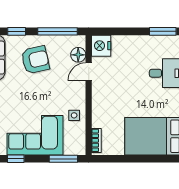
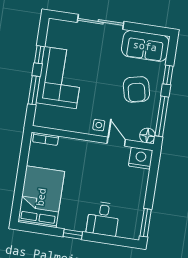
floor lamp: (78, 55) -> (147, 136), moved
side table: (74, 115) -> (99, 125), moved
window: (63, 159) -> (34, 90), moved

